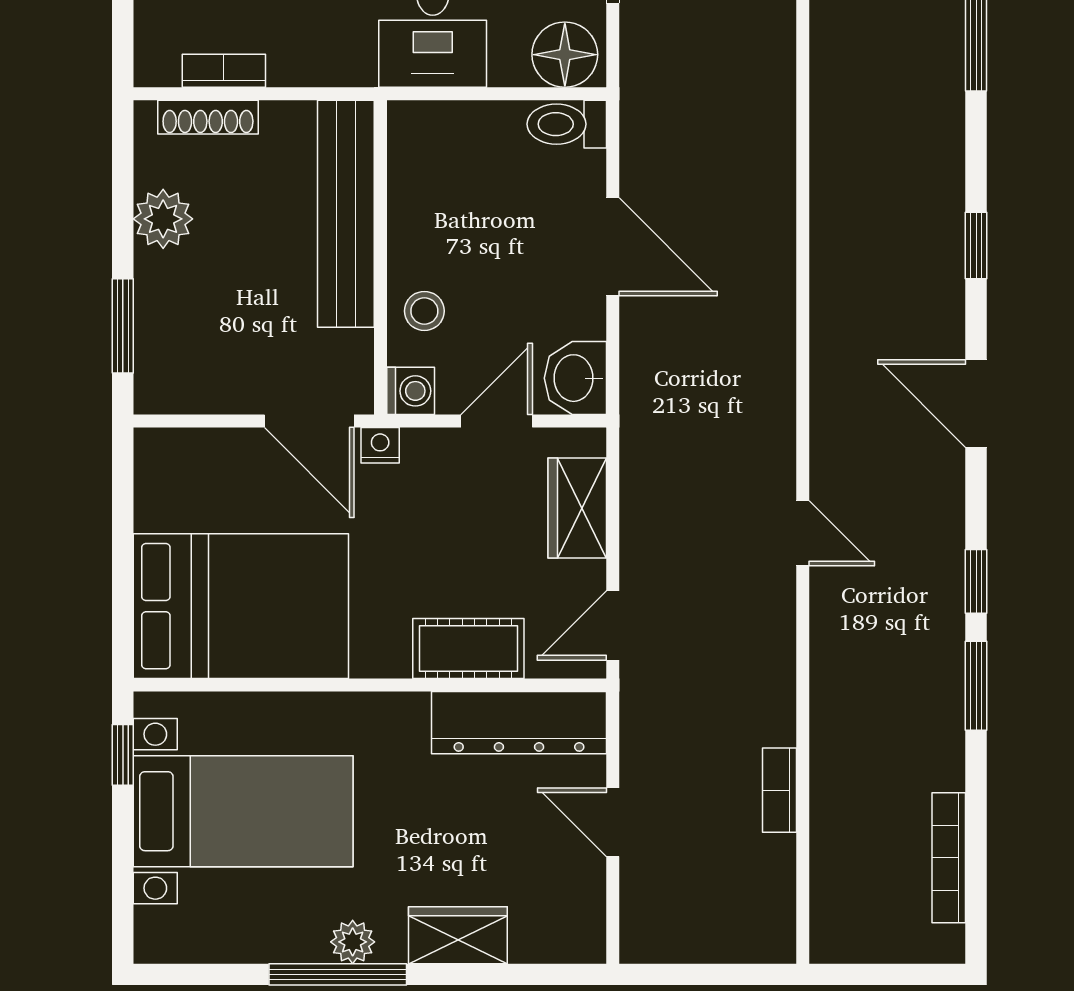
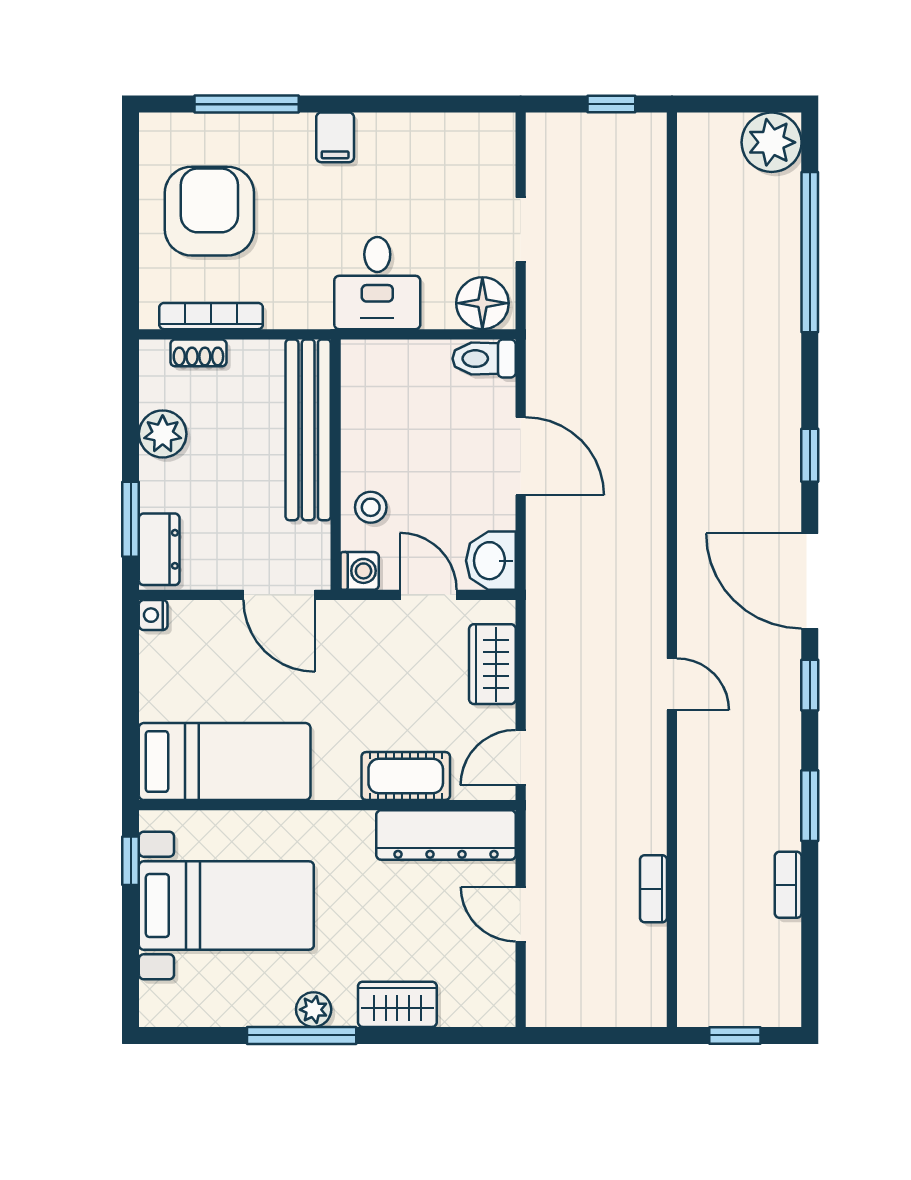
bookcase: (224, 71) -> (211, 316), width x1.56
shoe rack: (208, 117) -> (198, 353), width x0.70
dresser: (159, 364) -> (159, 549), added
door: (976, 404) -> (810, 581), width x1.36
door: (497, 421) -> (428, 595), hinge flipped
nightstand: (380, 445) -> (153, 615), moved, turned -90
window: (976, 581) -> (810, 685), moved
bed: (241, 606) -> (225, 762), width x0.67
bookcase: (949, 858) -> (788, 885), moved, width x0.64
window: (882, 974) -> (735, 1035), added

